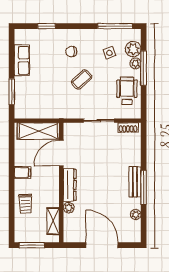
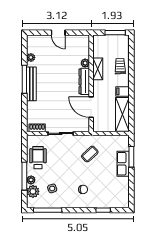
row of seats: (22, 60) -> (123, 164), moved
coffee table: (82, 79) -> (90, 154), moved
wheelchair: (127, 91) -> (38, 158), turned 180
shelving: (38, 131) -> (122, 114), moved, turned 90
door: (61, 153) -> (91, 107), swing flipped
bench: (135, 182) -> (31, 84), width x1.36
shelving: (53, 221) -> (98, 69), moved
door: (102, 245) -> (58, 33), width x0.53

